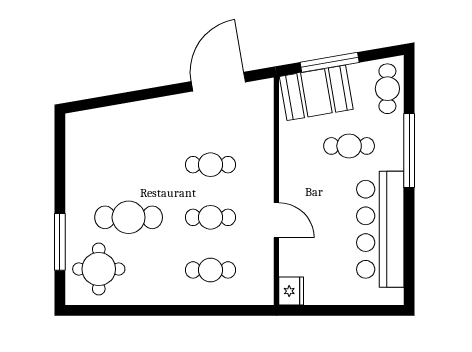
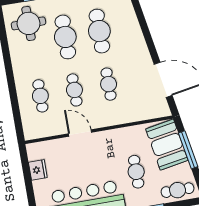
cafe table: (129, 165) -> (99, 31), added
door: (276, 220) -> (80, 133), swing flipped
fridge: (291, 291) -> (38, 170), moved, turned -90

